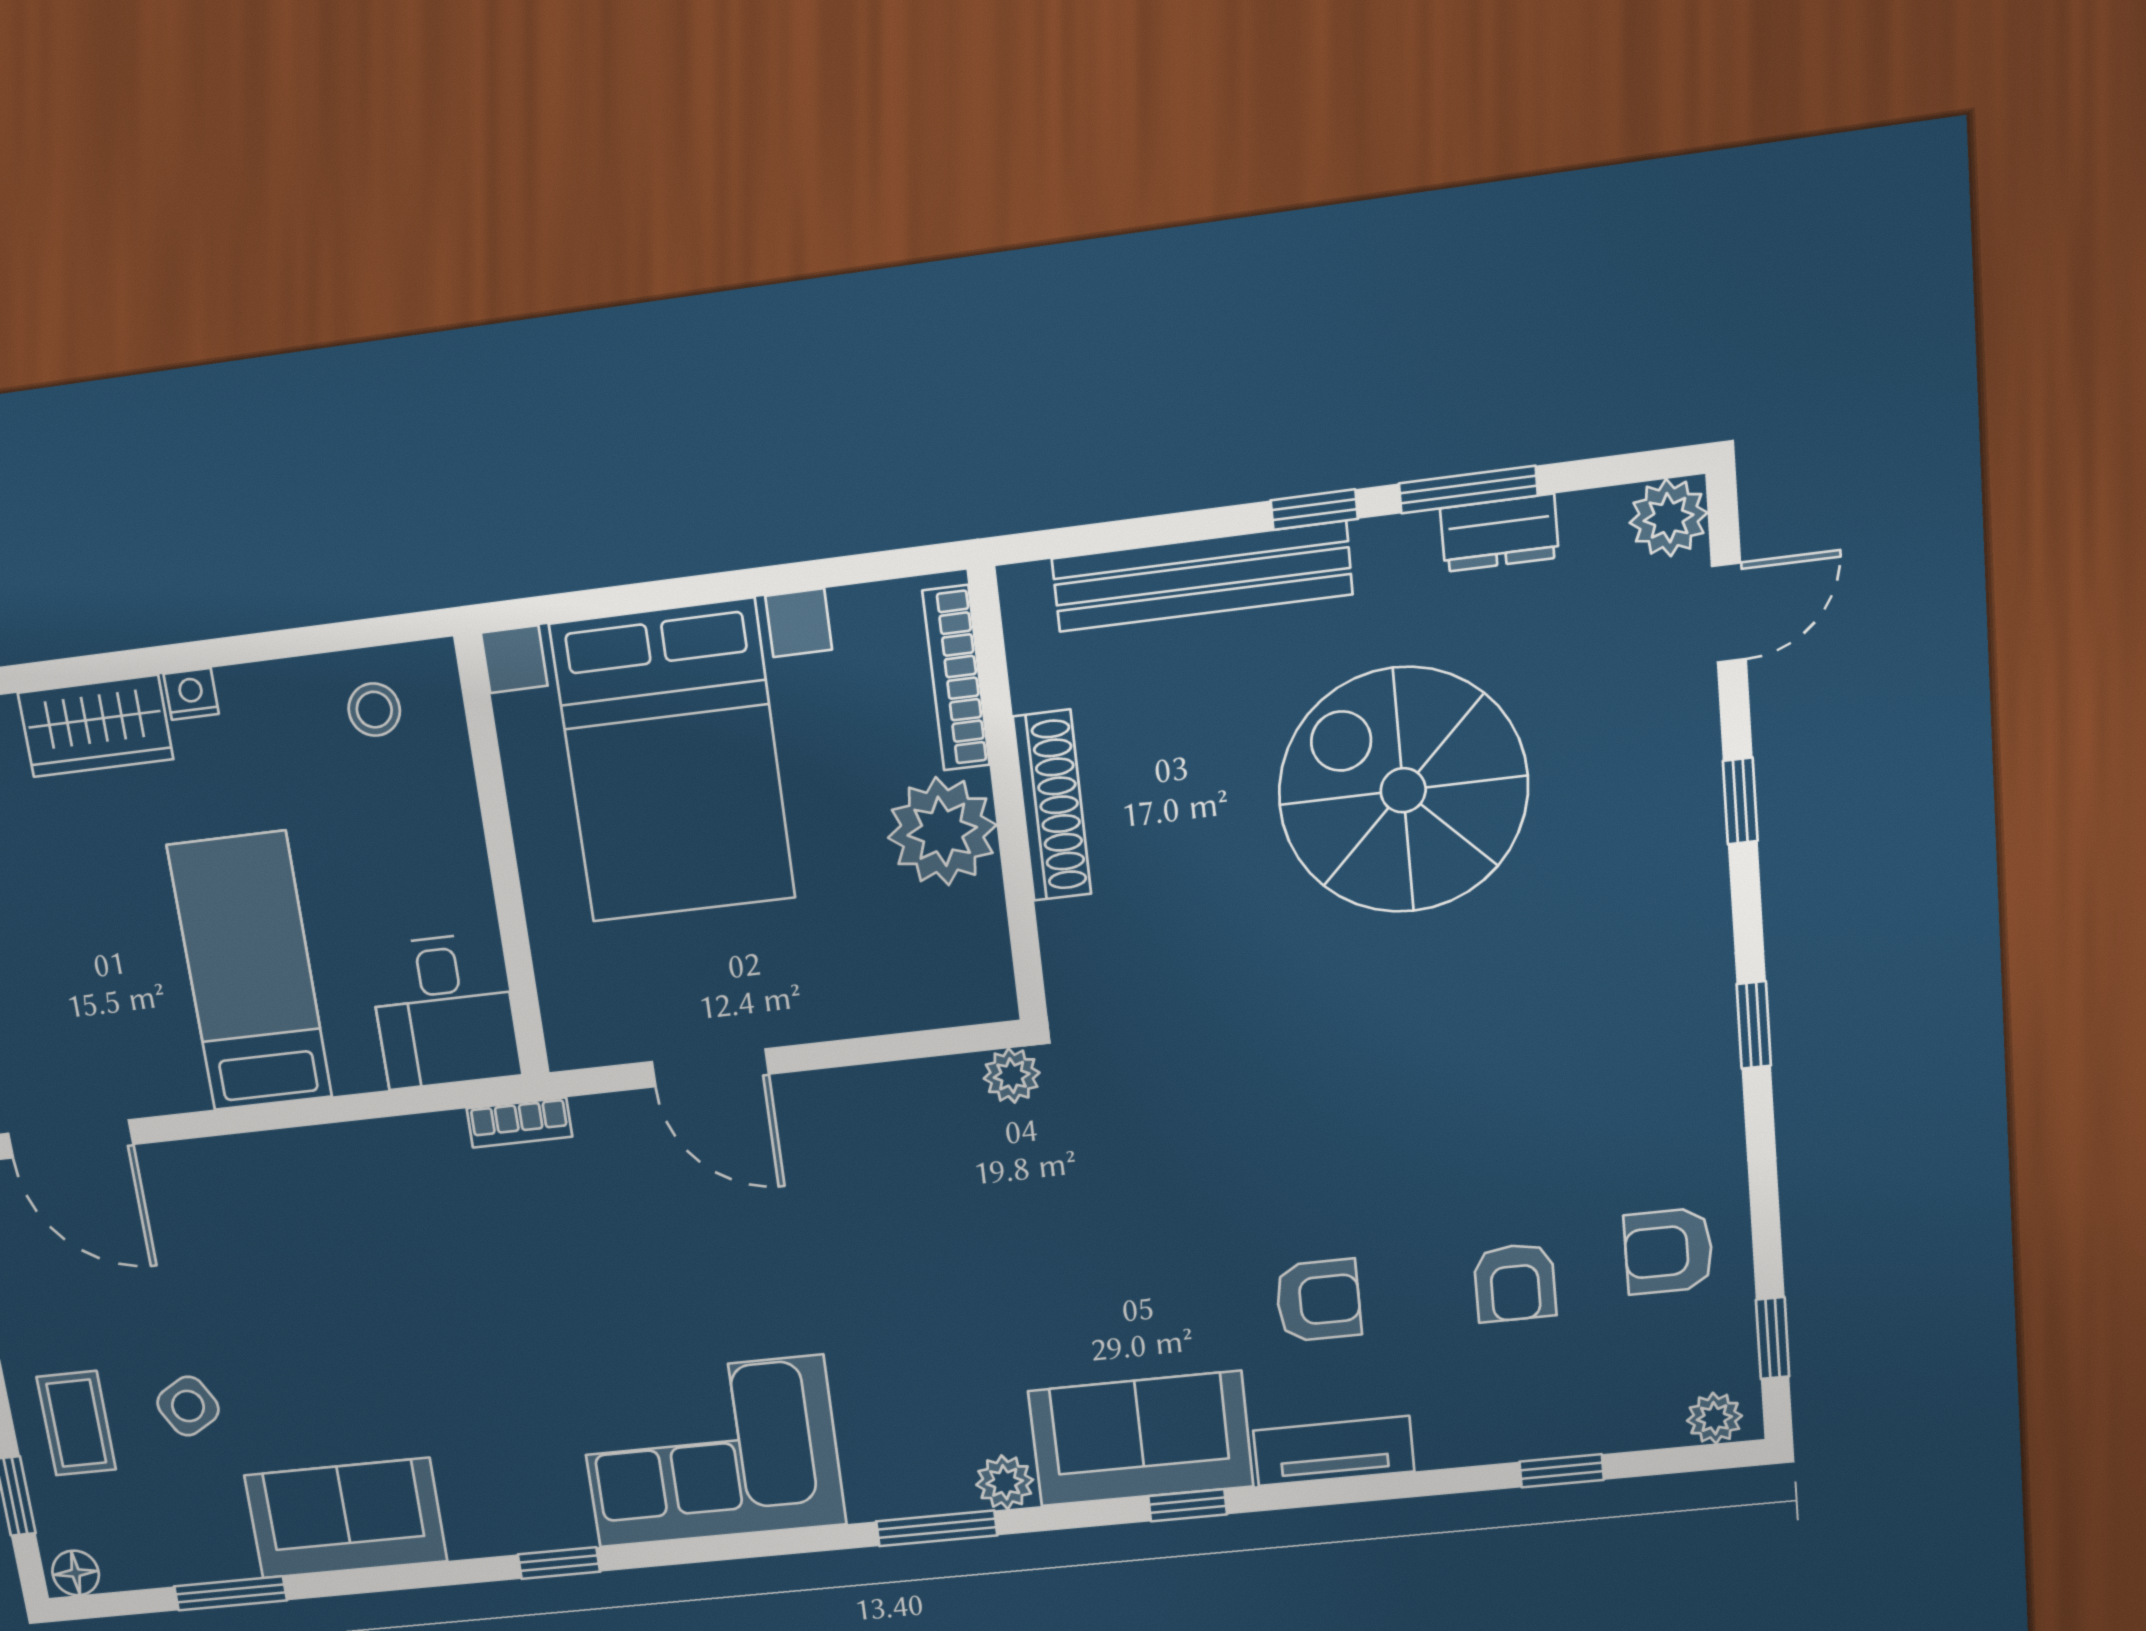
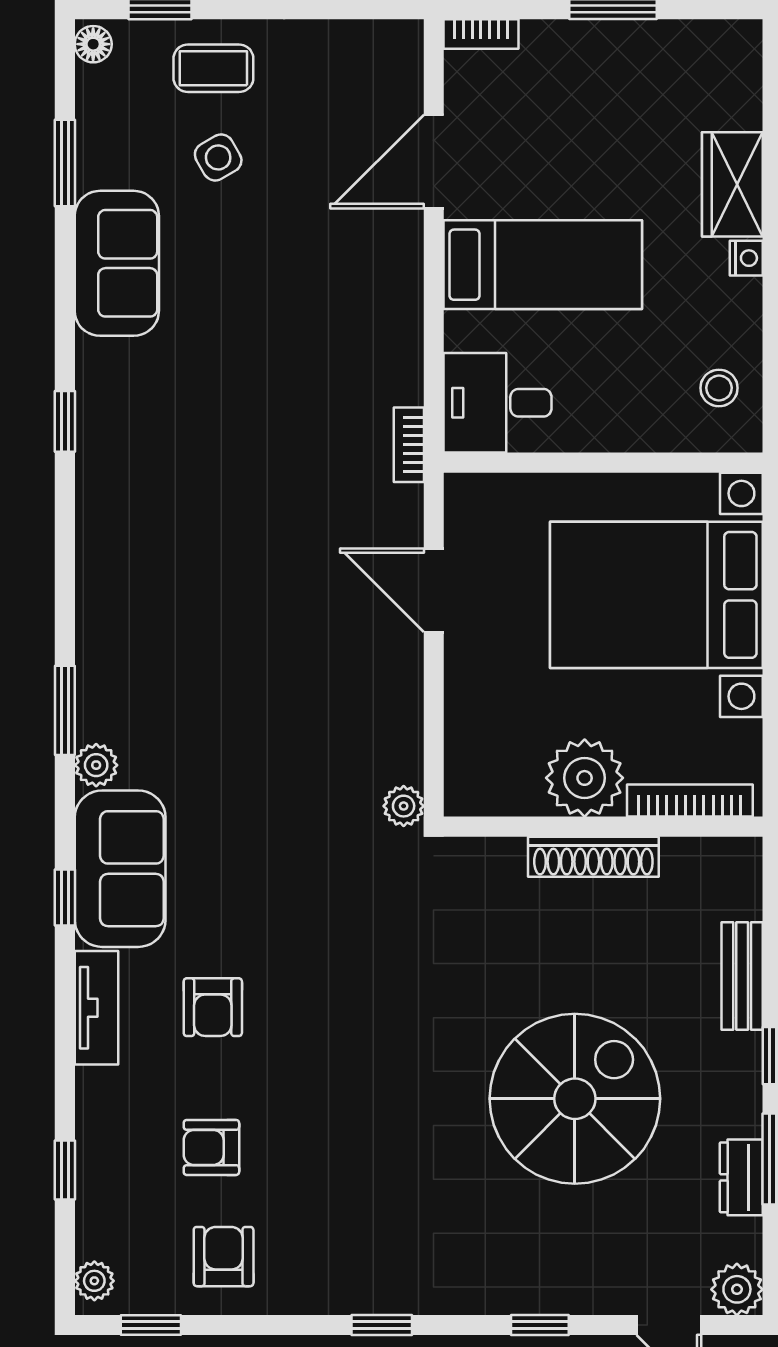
bench: (1202, 576) -> (742, 976), width x0.54, depth x0.82
door: (710, 1068) -> (434, 590), hinge flipped
door: (71, 1139) -> (434, 162), moved
corner sofa: (711, 1452) -> (142, 549), removed

